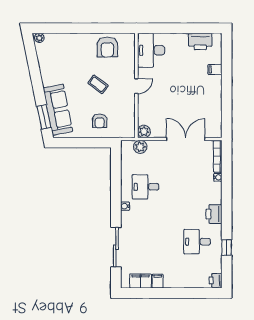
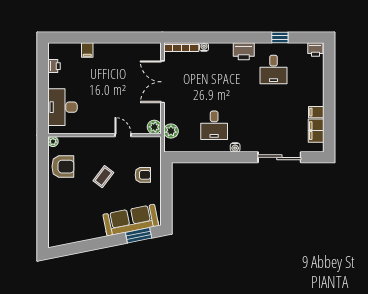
plant: (39, 38) -> (53, 142), moved
printer: (200, 41) -> (54, 66), width x0.53, depth x0.68
desk: (151, 50) -> (62, 107), moved, turned 90
door: (136, 86) -> (123, 135), moved

